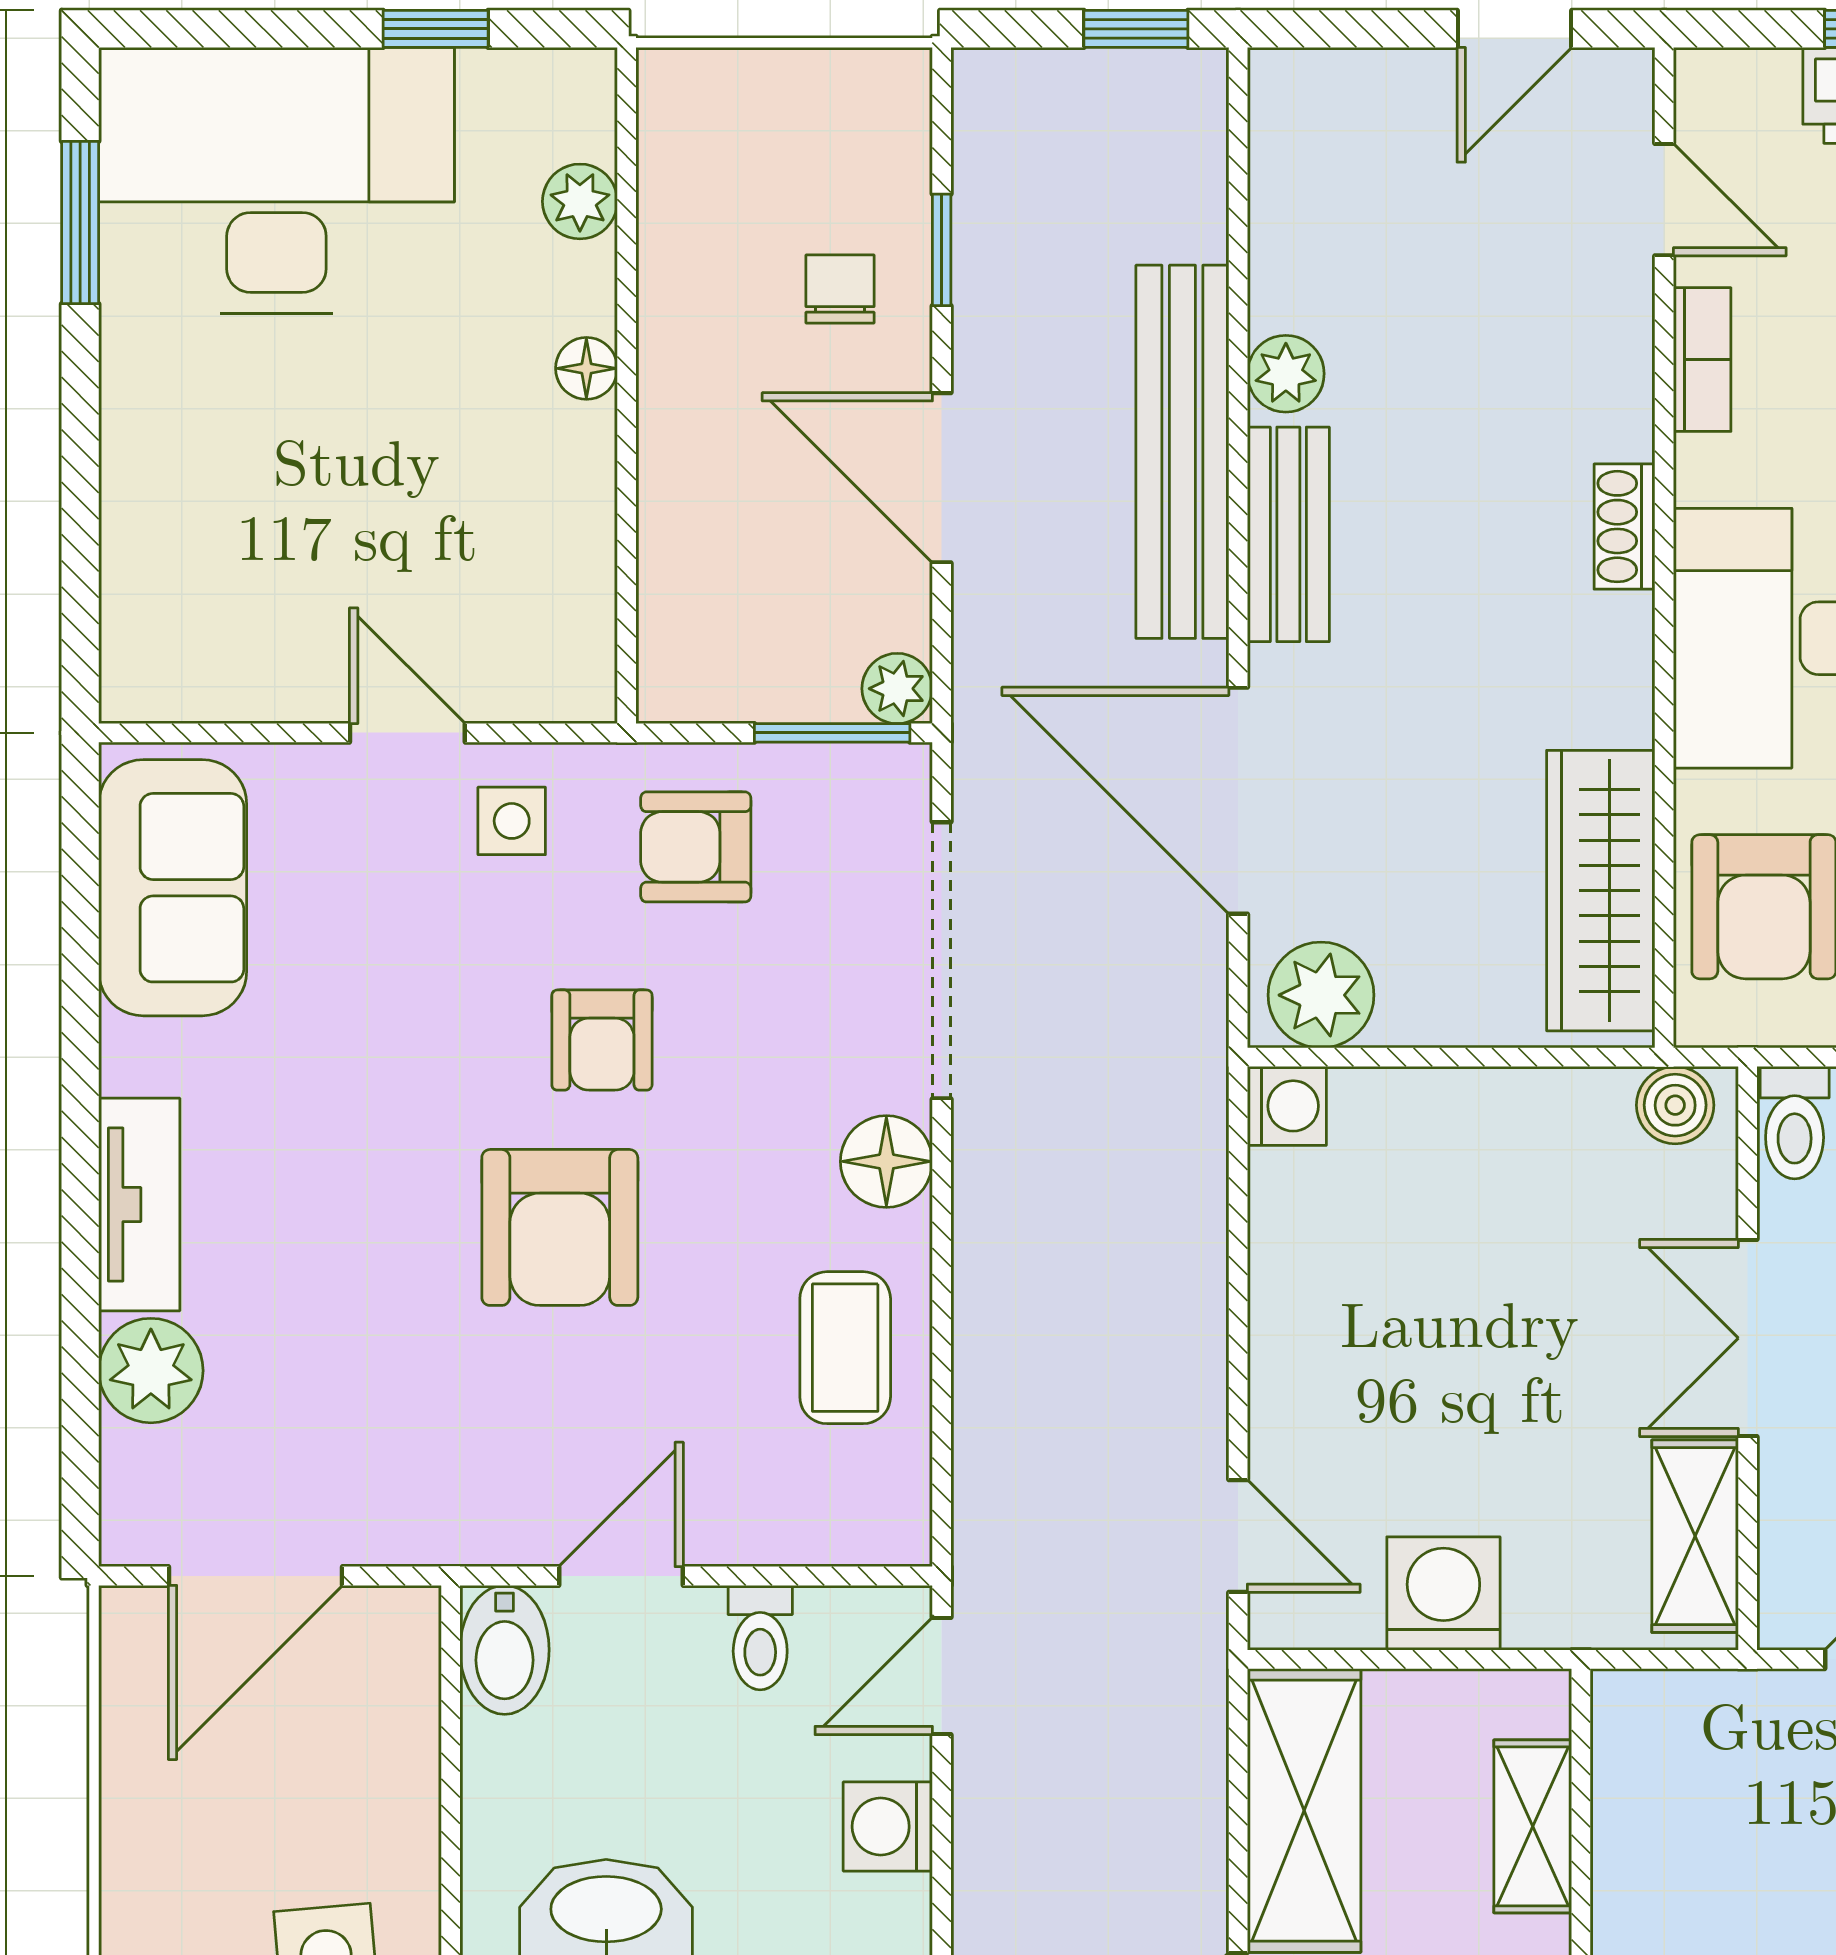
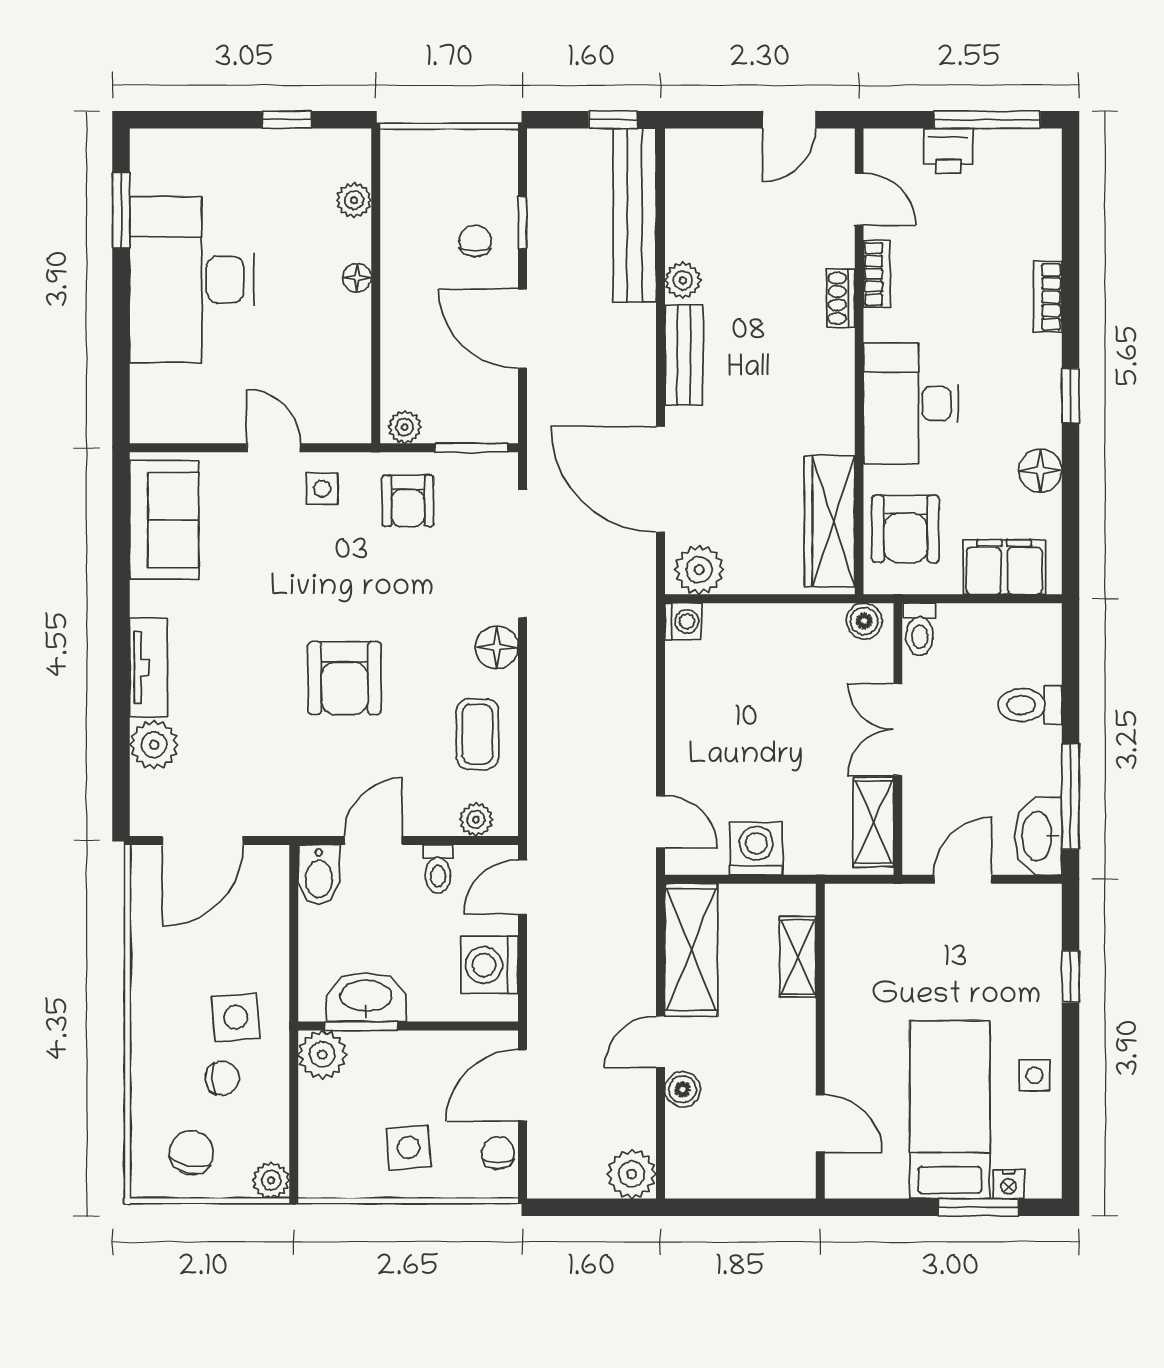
desk: (276, 181) -> (192, 280), moved, turned -90
bench: (1182, 452) -> (635, 215), moved
shoe rack: (1625, 527) -> (841, 298), moved
plant: (897, 689) -> (405, 427), moved
armchair: (696, 847) -> (408, 501), turned -90
armchair: (602, 1040) -> (364, 591), removed
plant: (842, 1531) -> (476, 819), added
washing machine: (888, 1827) -> (490, 965), width x1.38, depth x1.38

